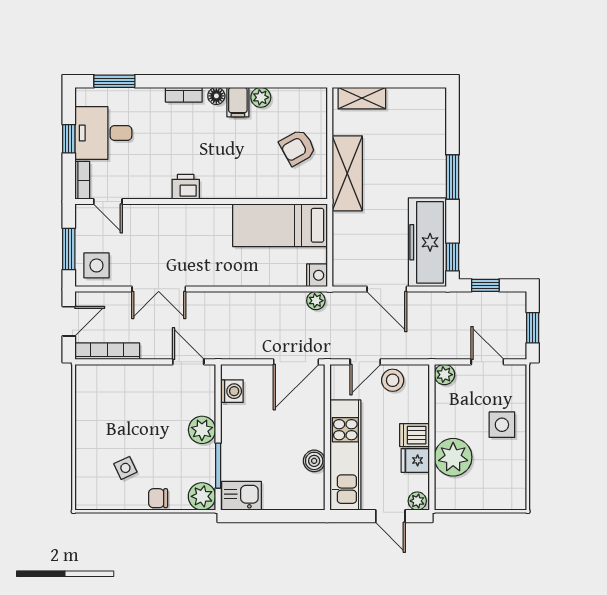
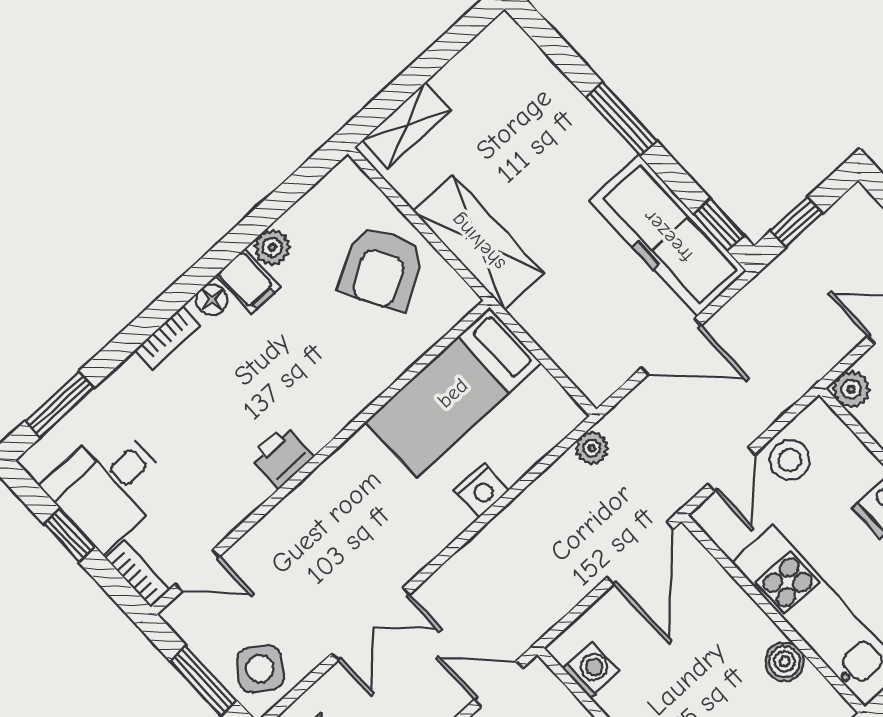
armchair: (298, 147) -> (381, 269), width x1.38, depth x1.38
side table: (96, 265) -> (260, 669), turned 34
nightstand: (317, 275) -> (482, 490), moved, turned 90

